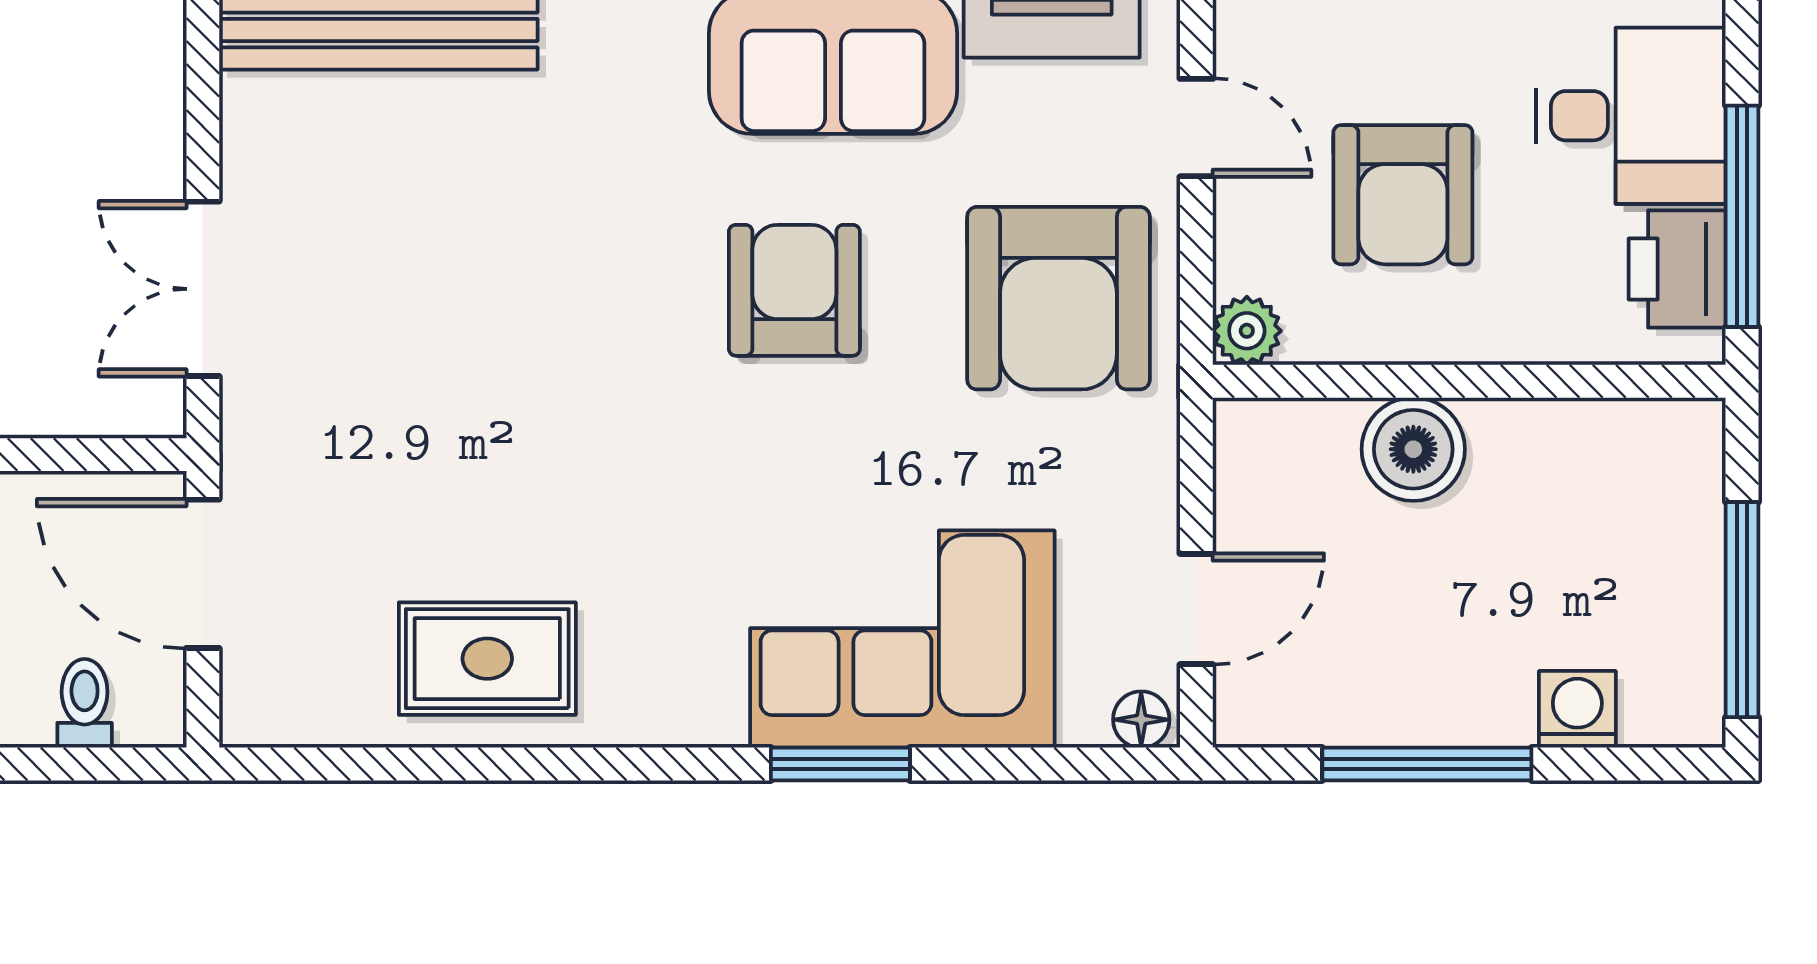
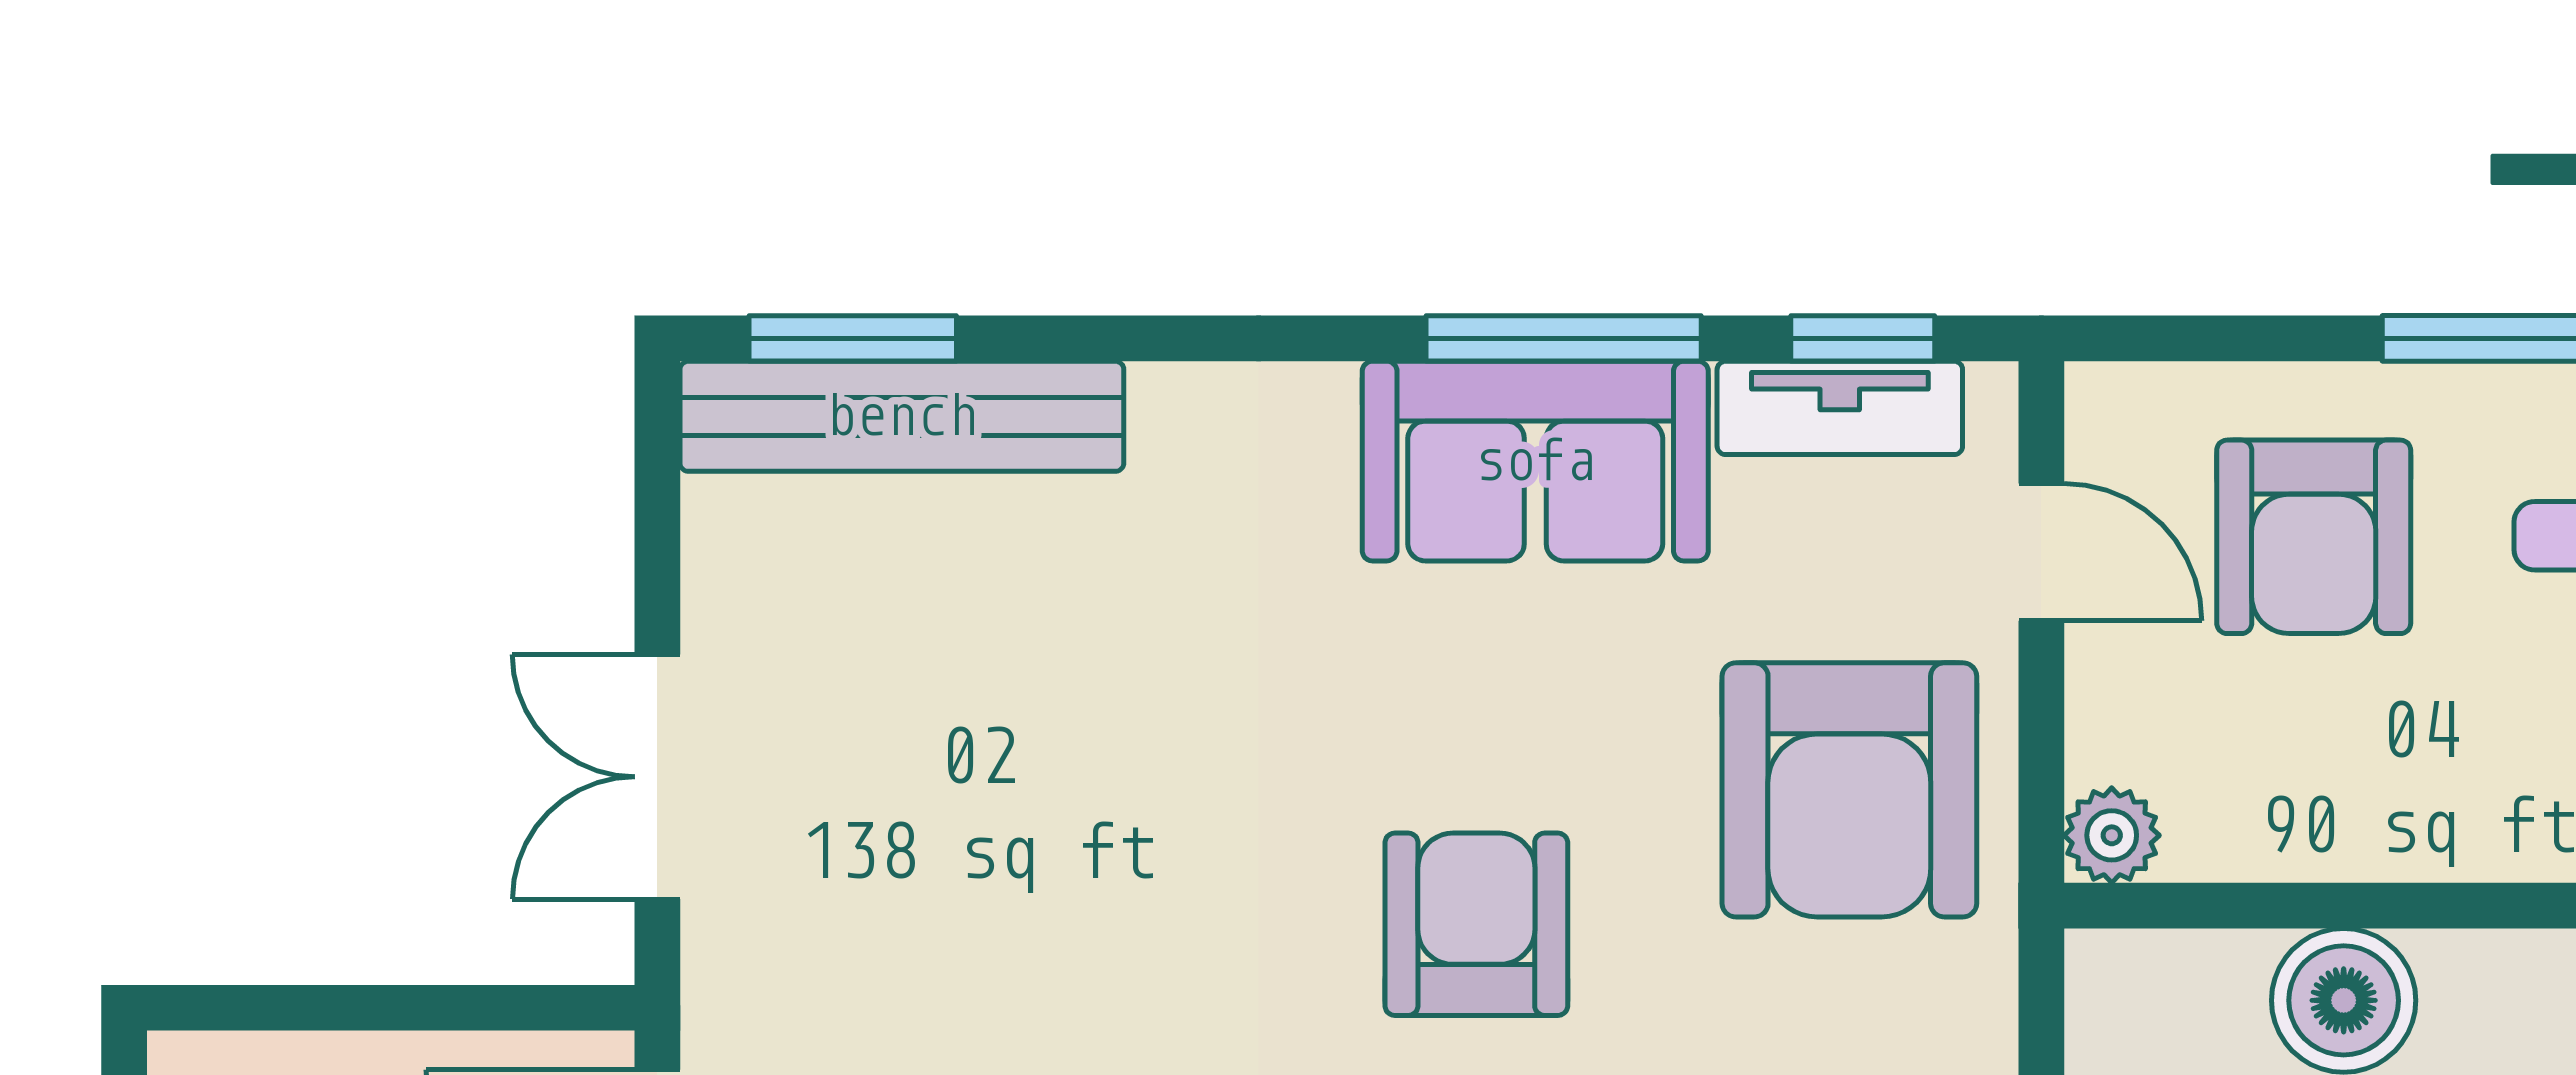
armchair: (1403, 195) -> (2314, 537), moved
armchair: (794, 290) -> (1476, 924), moved

